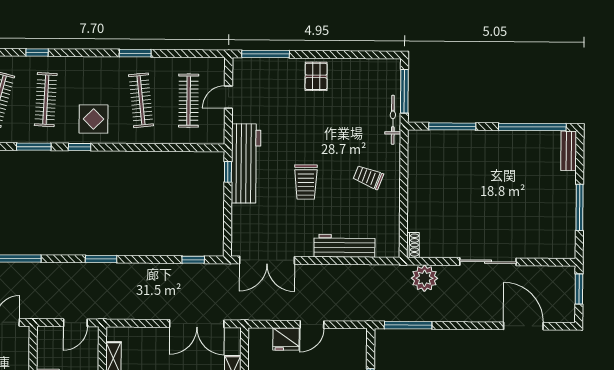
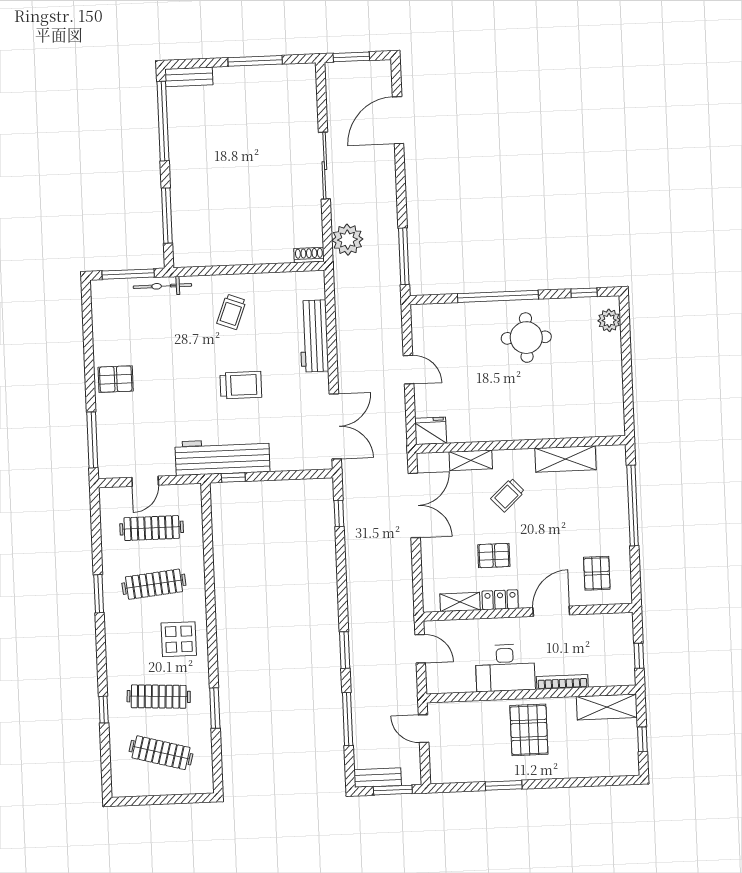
door: (228, 97) -> (145, 481), hinge flipped
window: (80, 147) -> (213, 654), removed
window: (101, 259) -> (345, 650), moved
fridge: (286, 339) -> (431, 431), moved, turned -90

